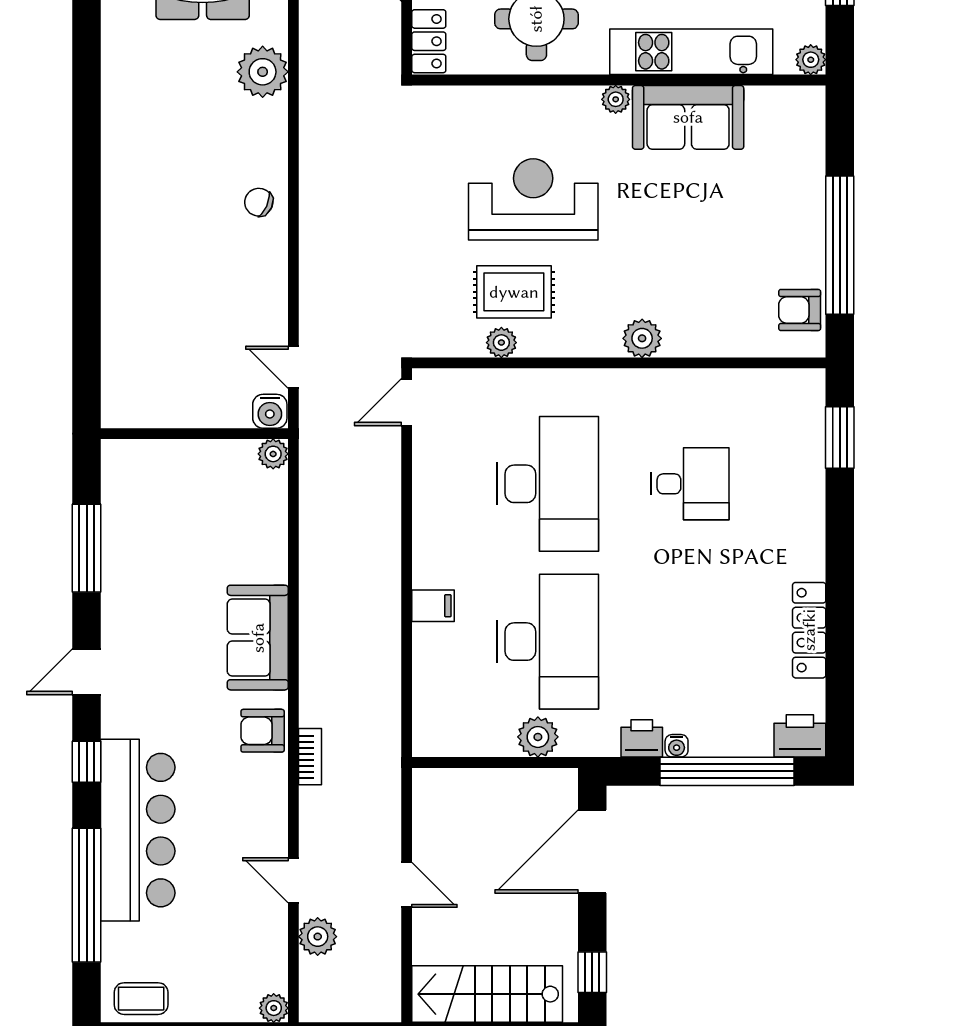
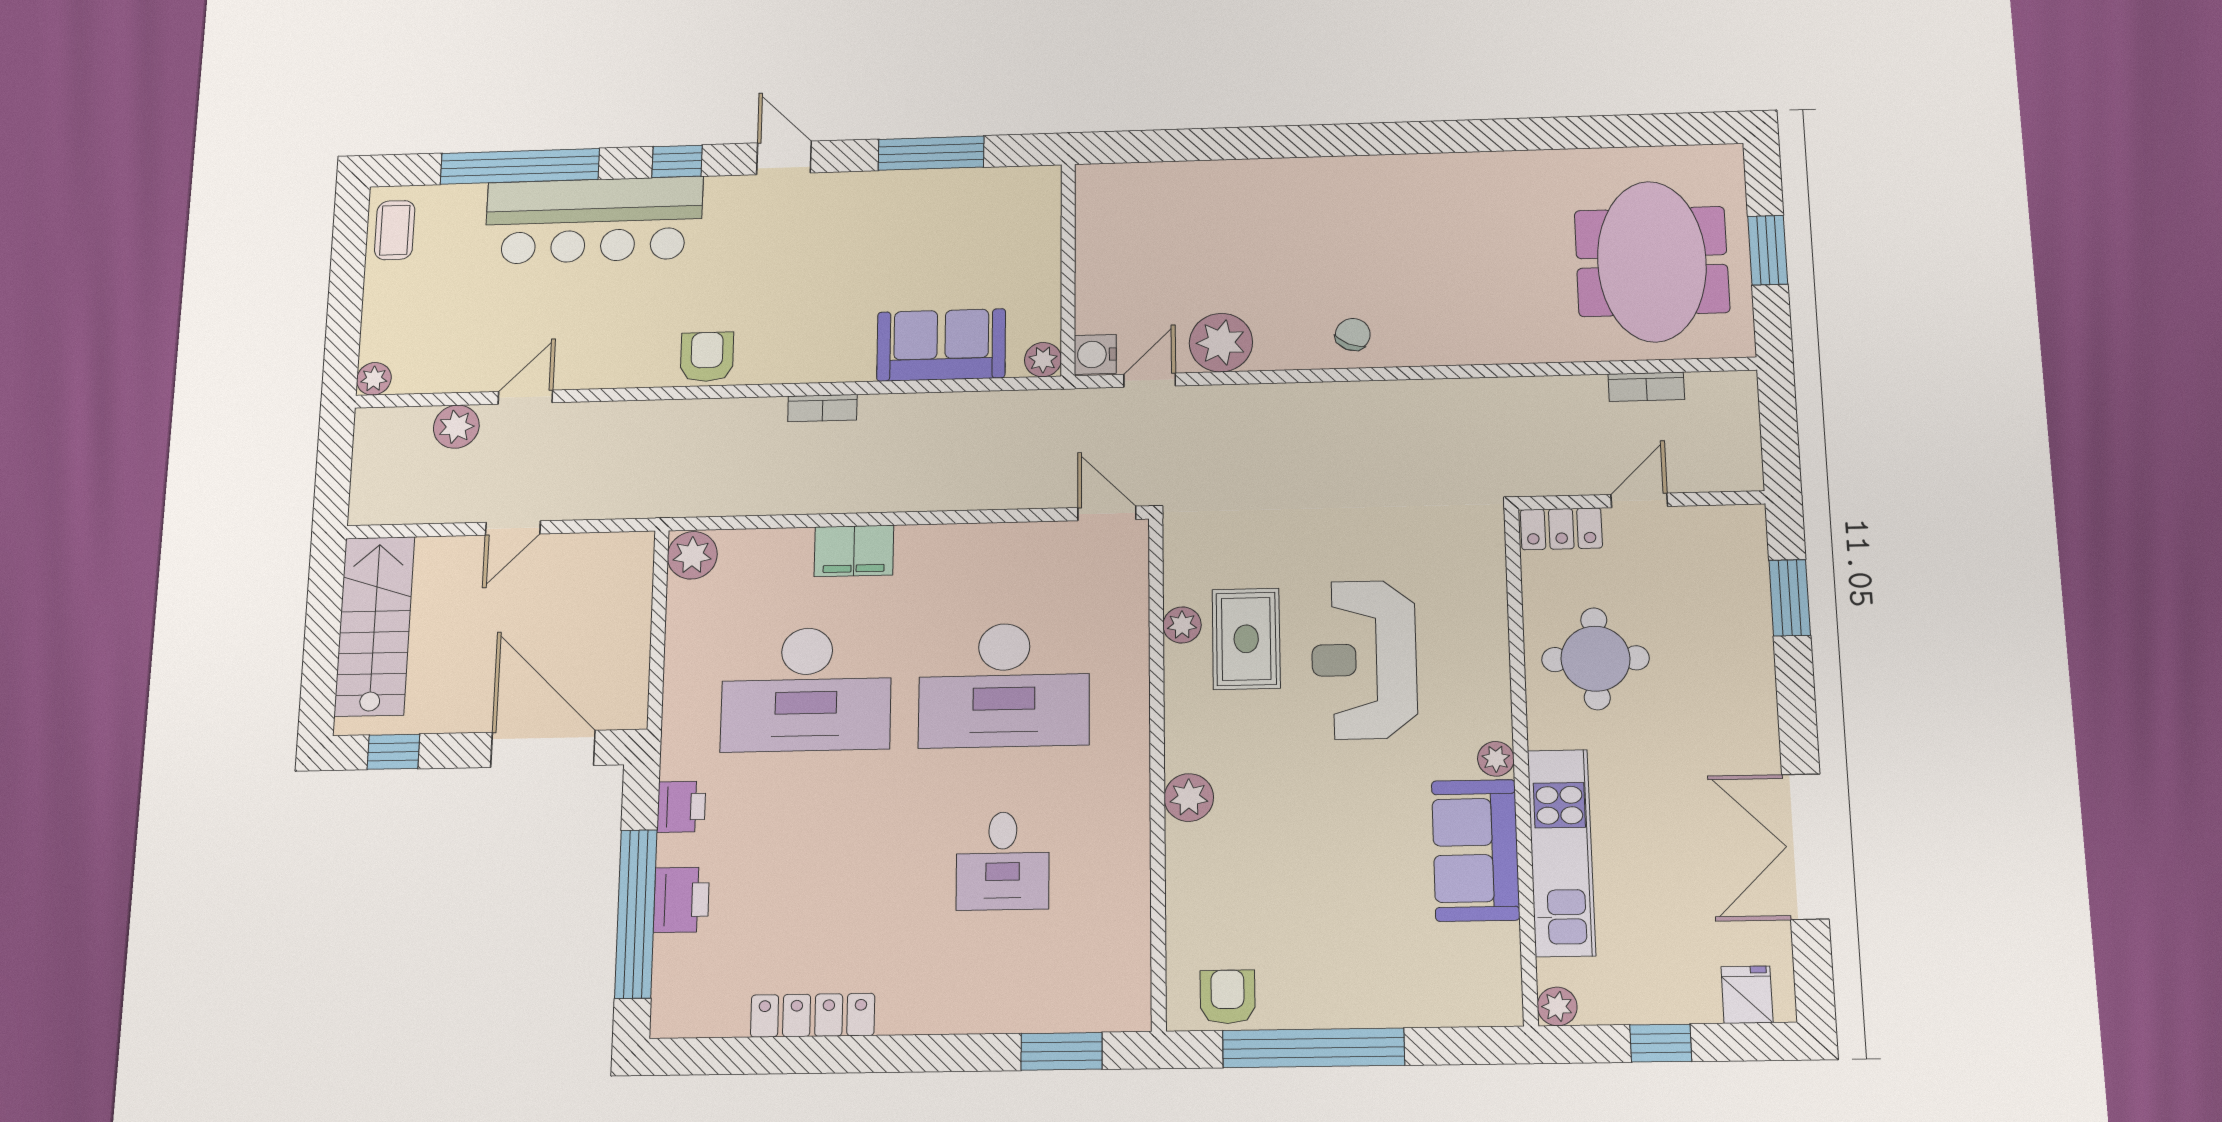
plant: (263, 72) -> (1221, 343), moved
reception desk: (533, 199) -> (1364, 660), turned 180
filing cabinet: (433, 606) -> (854, 551), width x2.00
sofa: (258, 638) -> (941, 345), moved
printer: (800, 736) -> (681, 900), moved
plant: (538, 737) -> (692, 555), moved
water cooler: (677, 746) -> (671, 850), removed
bookcase: (310, 757) -> (822, 408), moved

